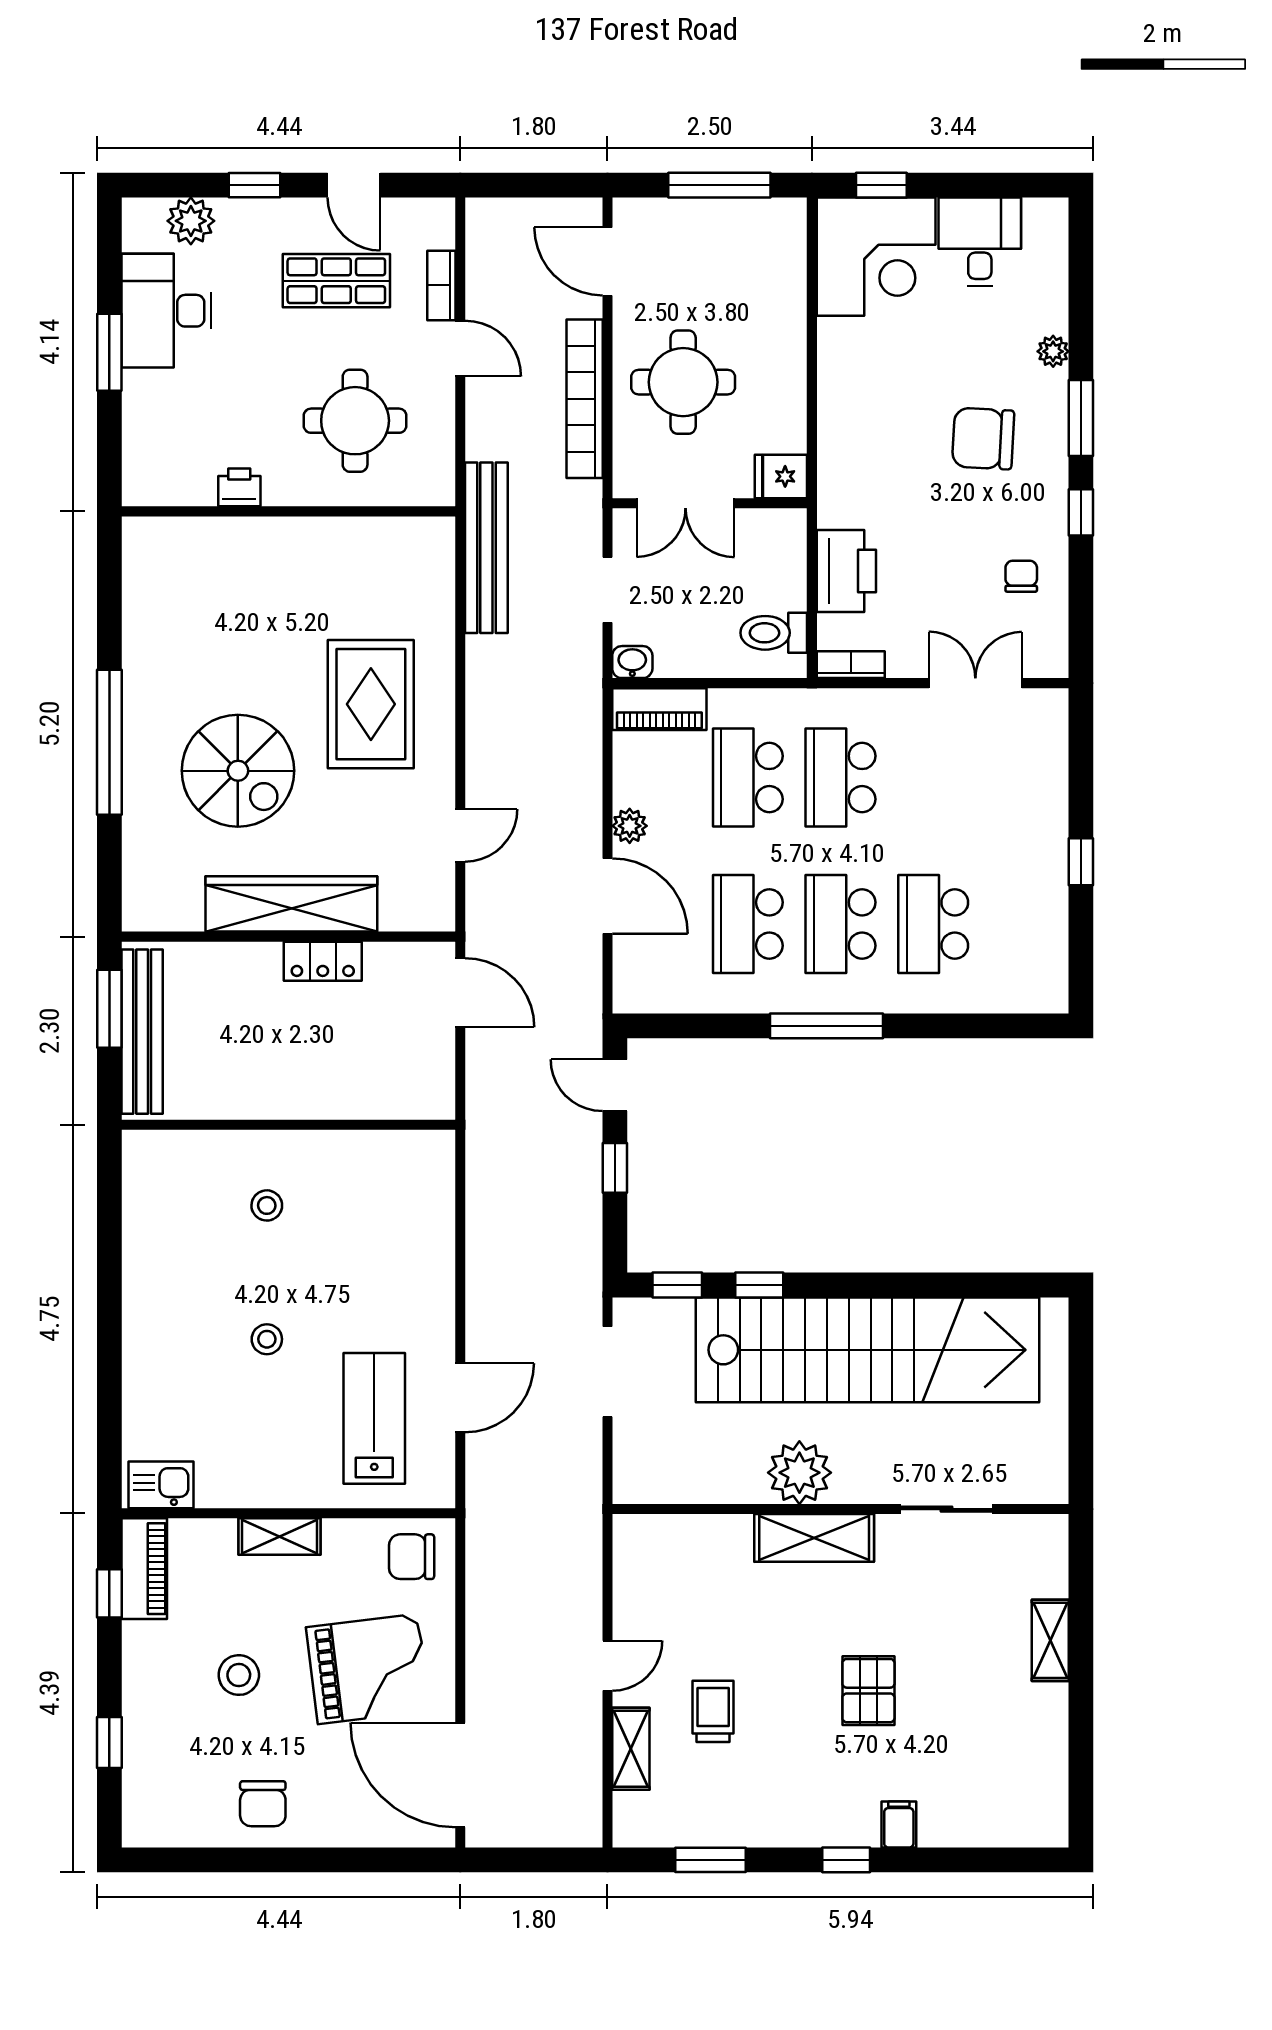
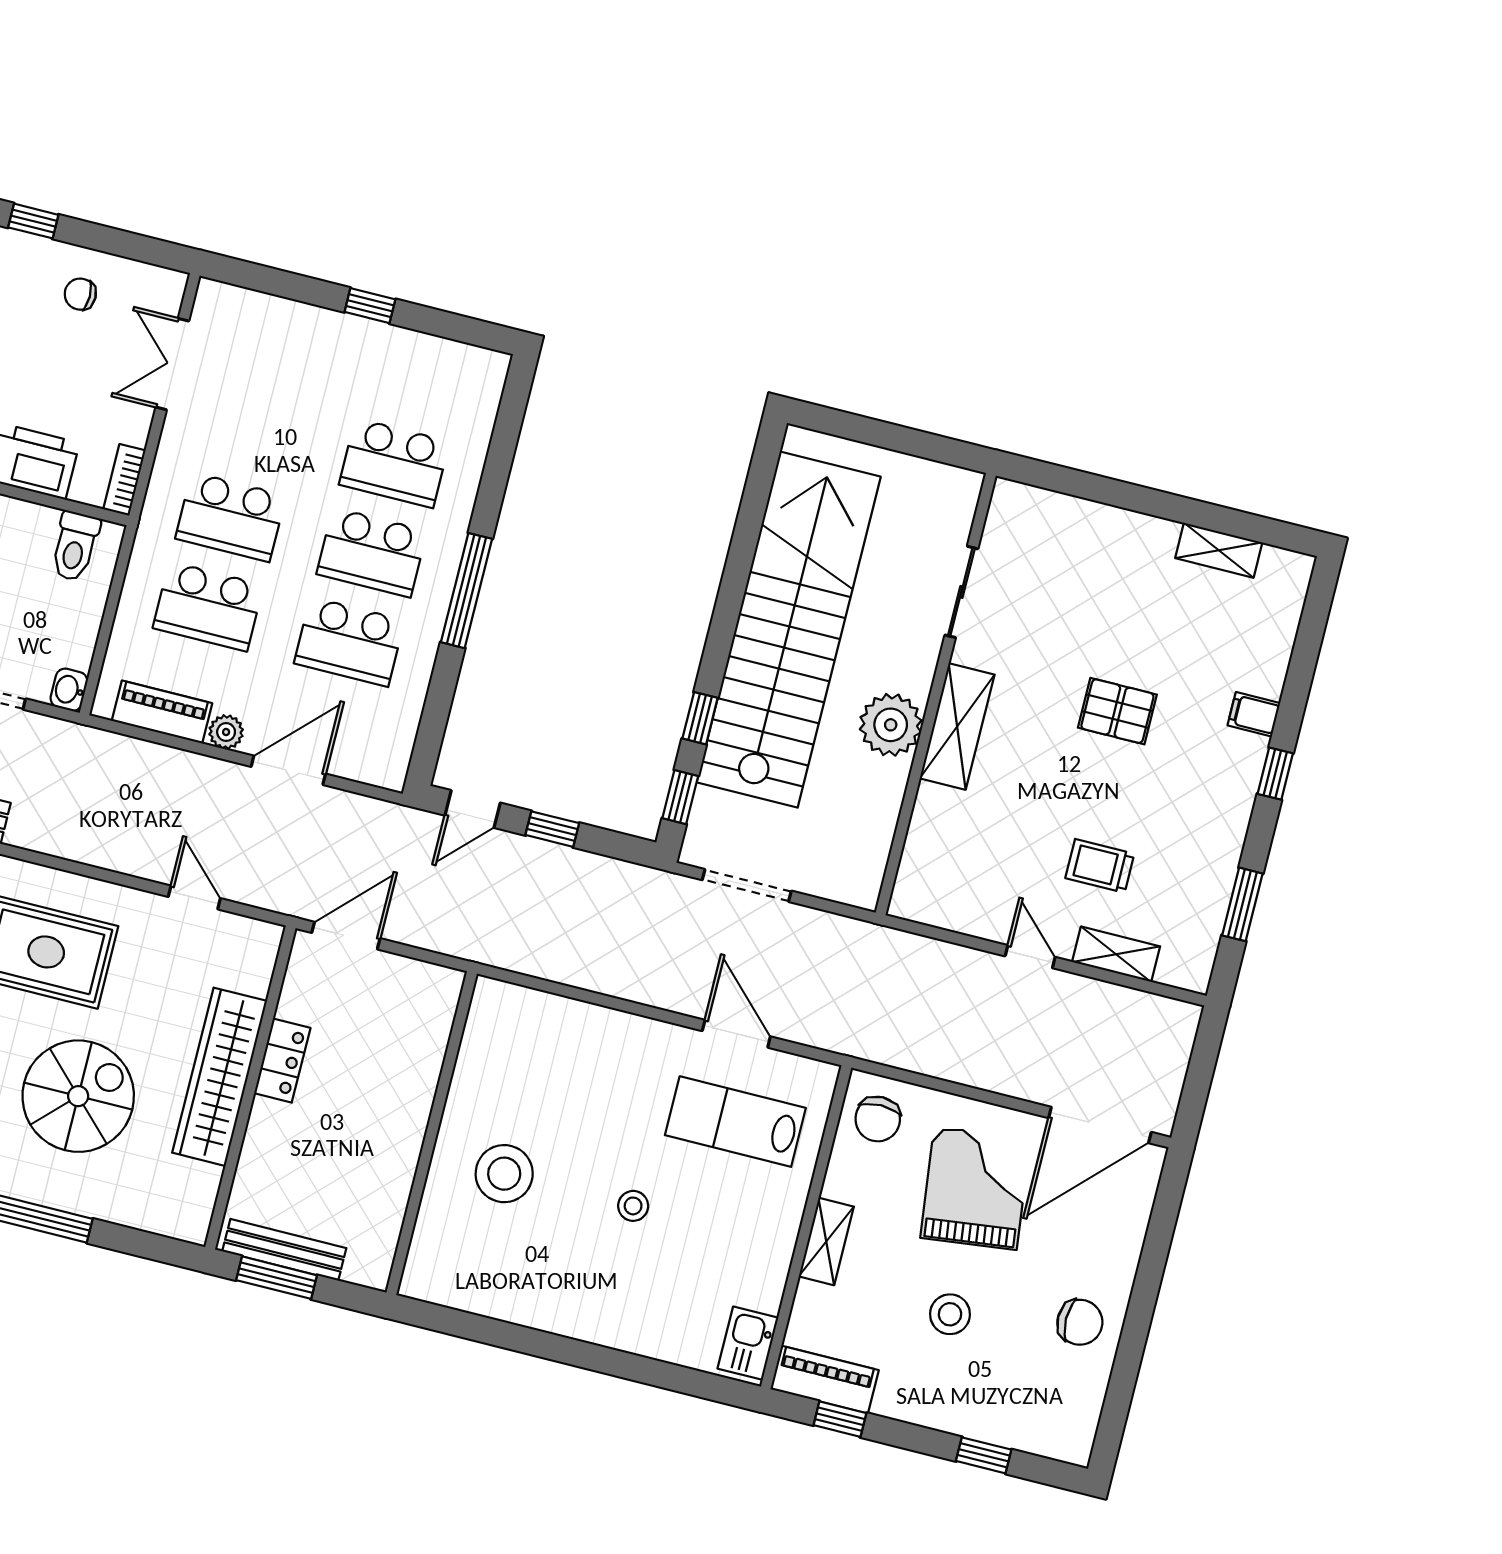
piano: (659, 709) -> (162, 712), moved, turned -90
bench: (142, 1032) -> (284, 1250), width x0.73, depth x0.82
stool: (267, 1205) -> (504, 1174), width x1.89, depth x1.89
shelving: (1050, 1640) -> (1219, 550), moved

